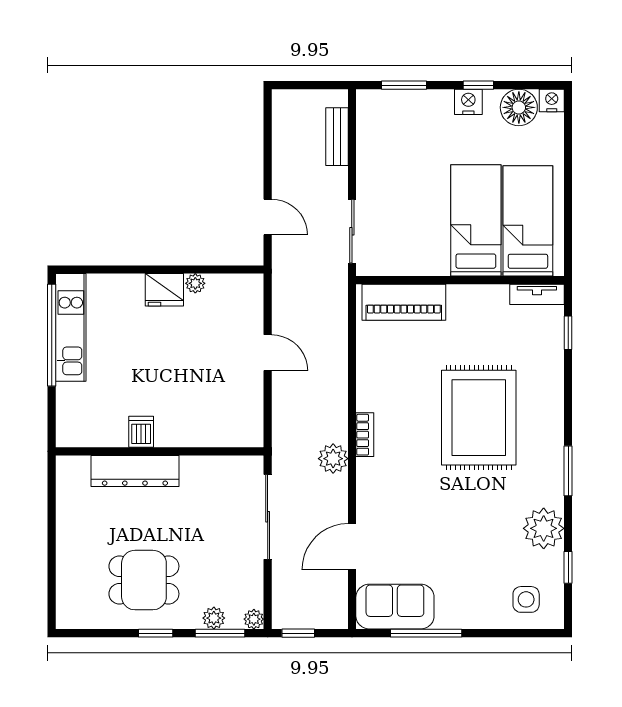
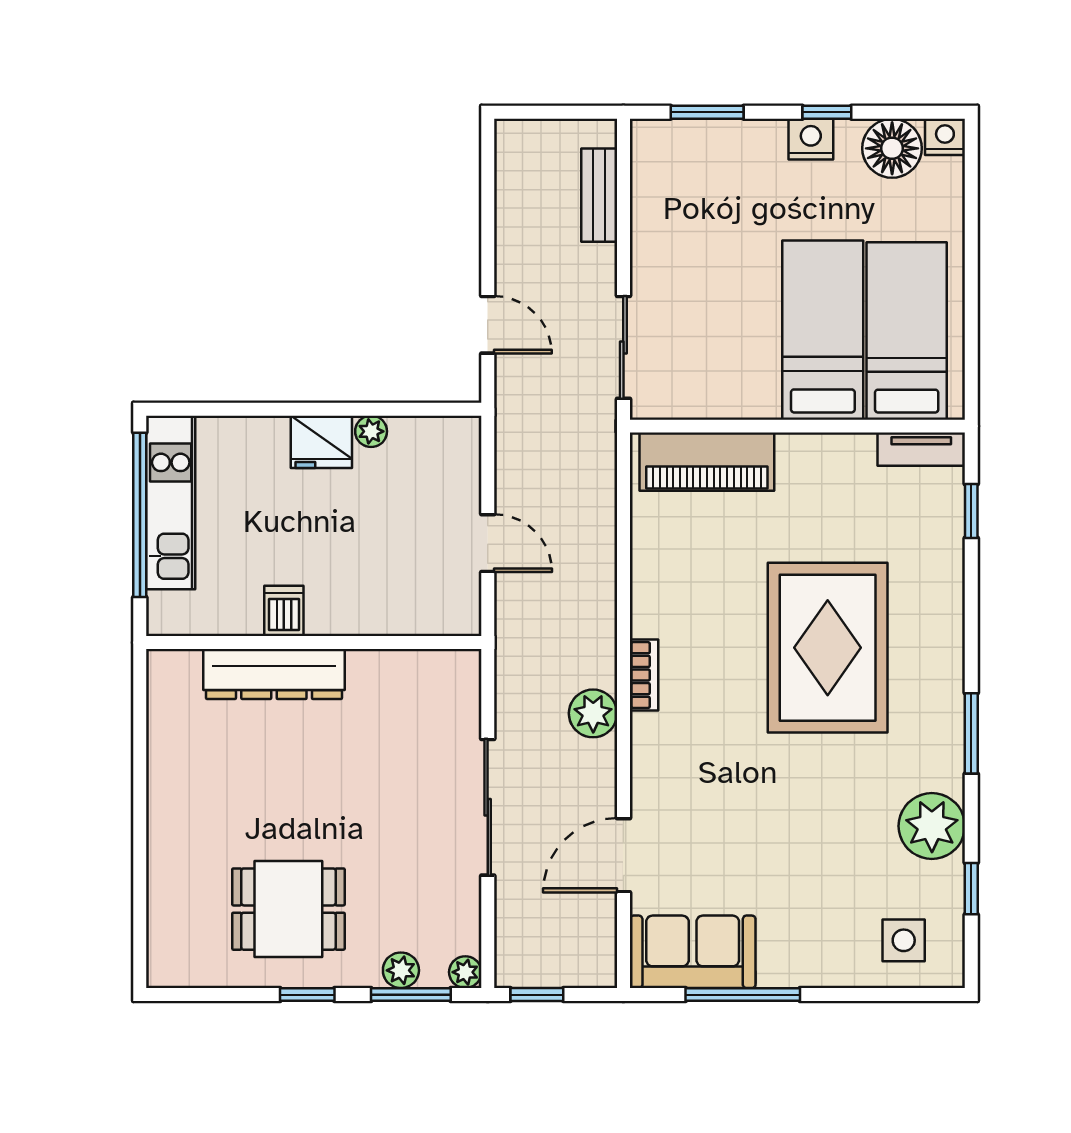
dishwasher: (141, 432) -> (284, 611), moved
wall: (160, 451) -> (314, 642), moved
dresser: (135, 471) -> (274, 674), moved

